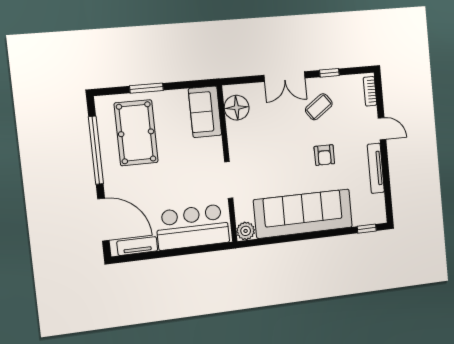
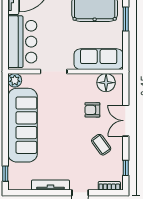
window: (329, 73) -> (126, 168), moved
sofa: (205, 112) -> (99, 59), width x1.36
armchair: (324, 155) -> (92, 110), moved

